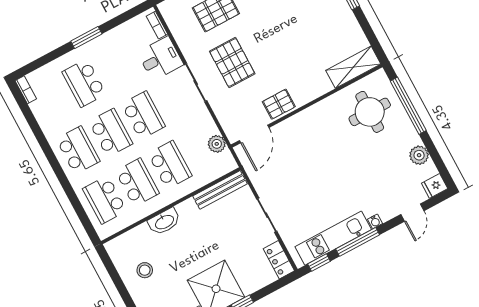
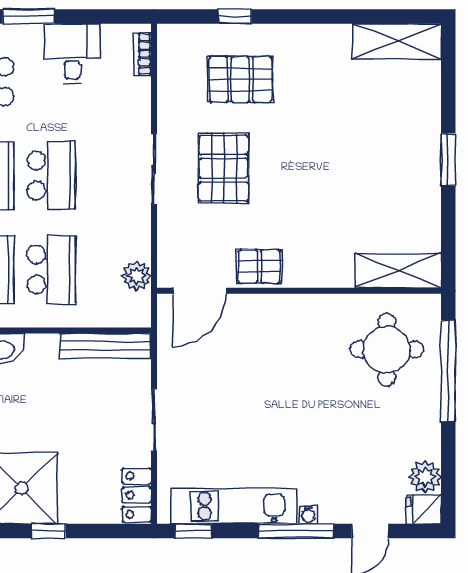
desk: (160, 59) -> (72, 54), moved, turned -90
plant: (419, 155) -> (425, 477), moved
window: (358, 242) -> (296, 531), moved

